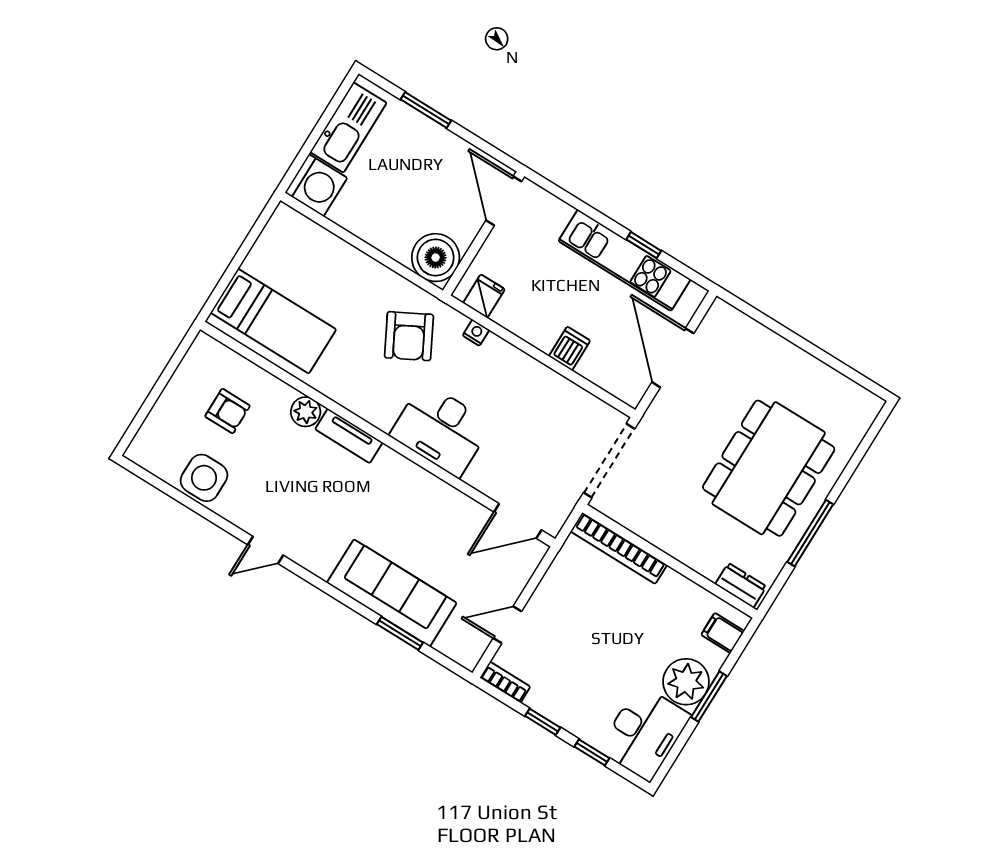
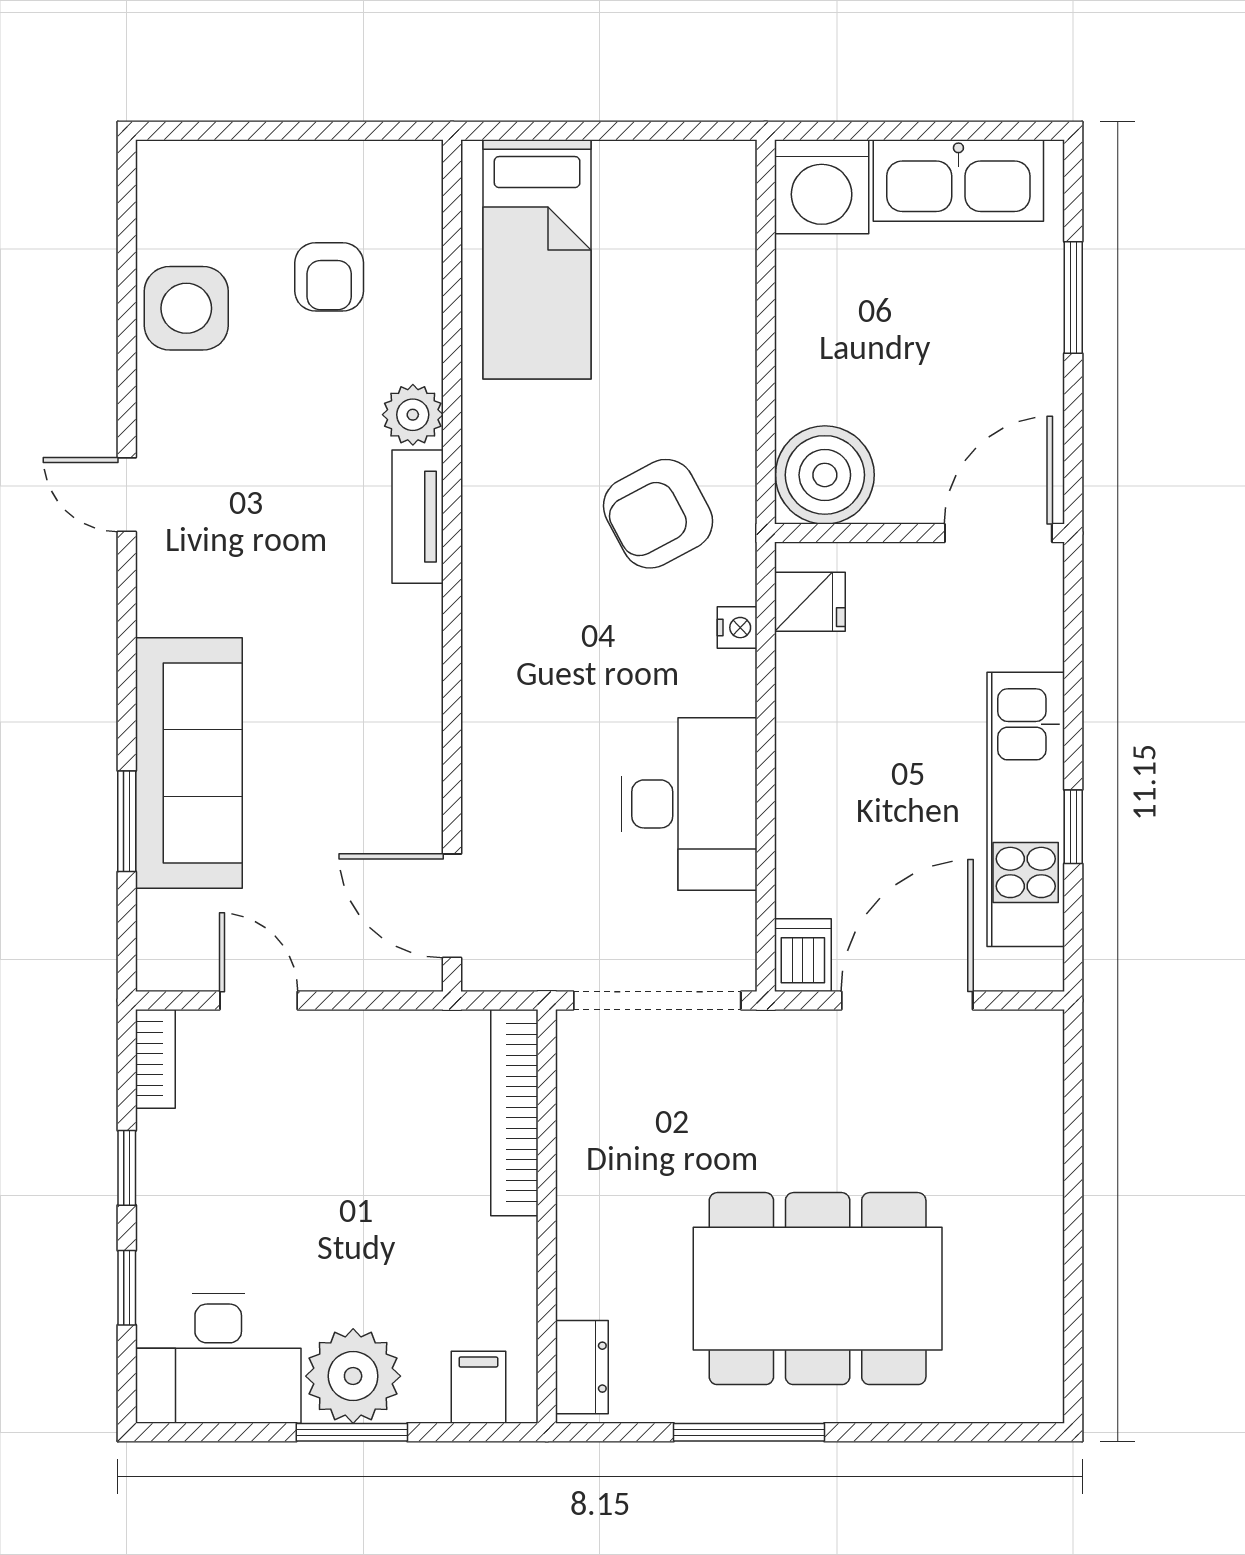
dishwasher: (569, 348) -> (803, 955), moved, turned -90
desk: (441, 430) -> (689, 804), moved, turned 180

